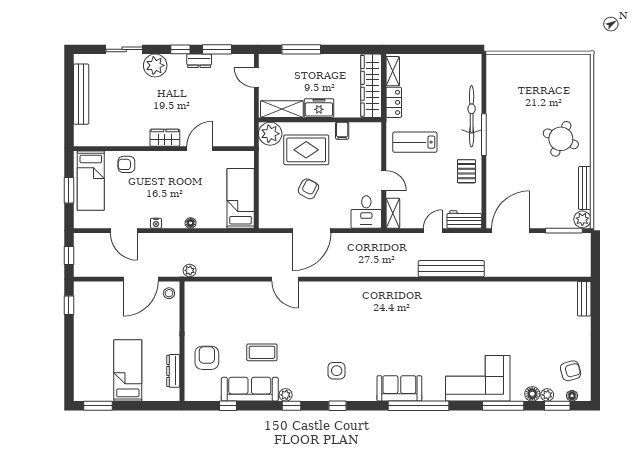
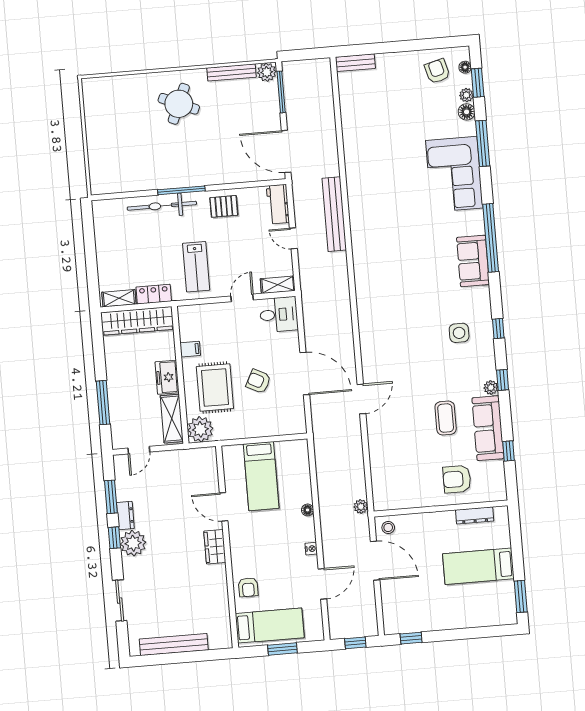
plant: (155, 65) -> (133, 543), moved
bed: (241, 198) -> (261, 476), moved, turned -90

